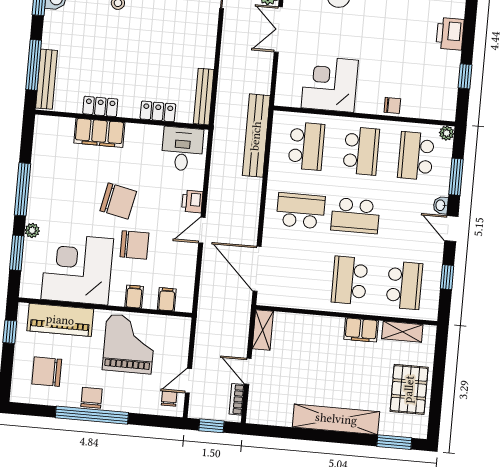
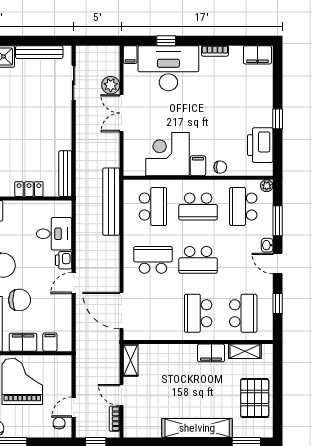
printer: (450, 34) -> (260, 145), moved, width x1.37, depth x1.19
window: (465, 76) -> (278, 119), moved
filing cabinet: (365, 101) -> (198, 166), added
desk: (182, 149) -> (54, 234), moved, turned 90
school desk: (361, 151) -> (198, 207), turned 90
filing cabinet: (134, 297) -> (23, 342), width x2.00

